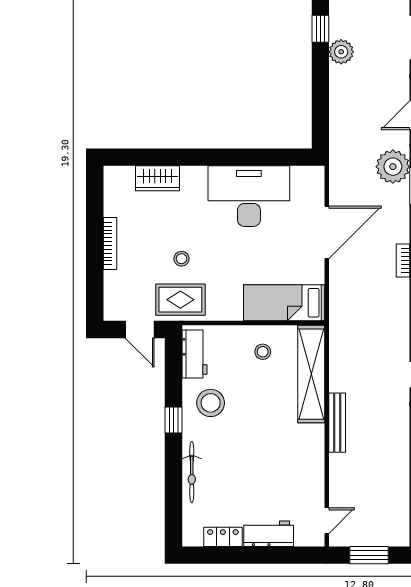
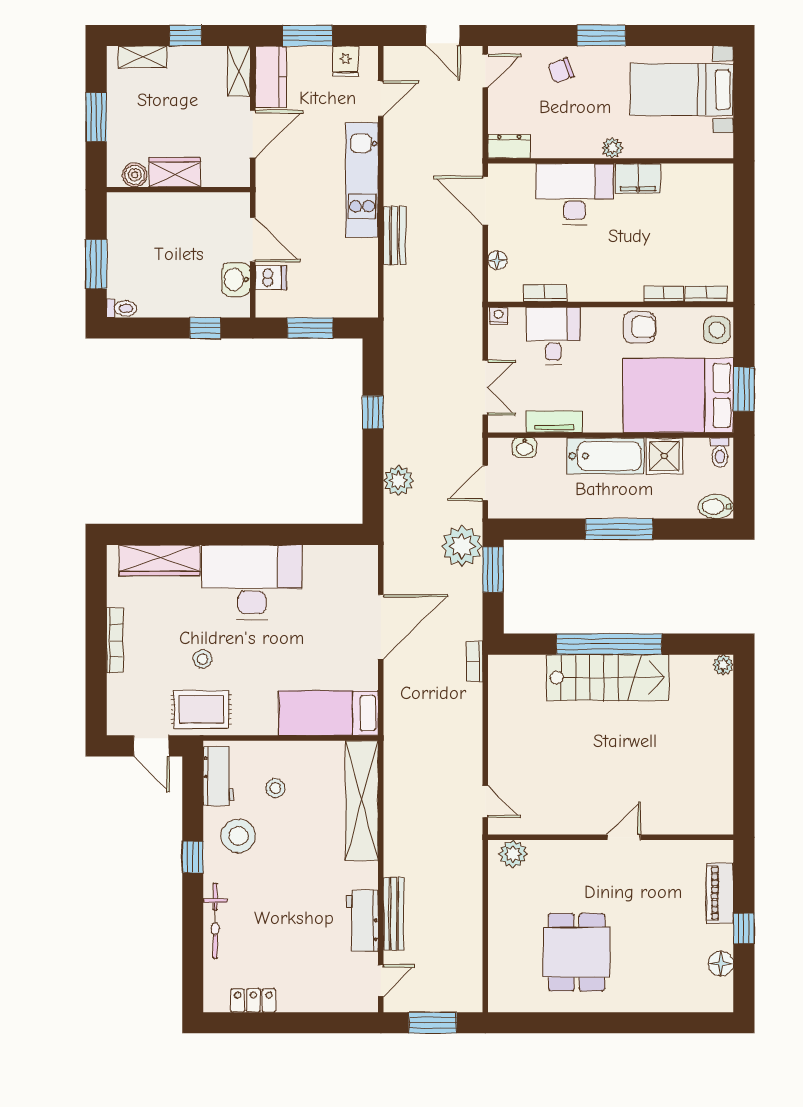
window: (320, 29) -> (373, 412), moved
plant: (341, 52) -> (399, 480), moved
wardrobe: (158, 178) -> (160, 560), width x1.50
desk: (249, 196) -> (252, 582), moved
stool: (263, 352) -> (275, 788), moved
bench: (337, 423) -> (394, 914), moved
workbench: (269, 534) -> (362, 921), moved, turned -90

